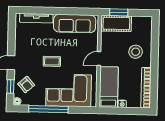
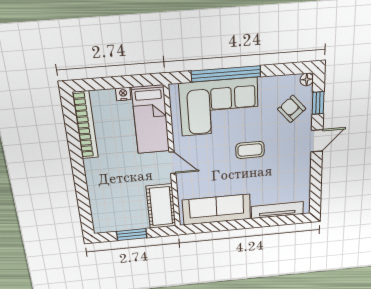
window: (119, 12) -> (132, 235), moved
cot: (116, 23) -> (161, 206), moved, turned 90
stool: (136, 52) -> (113, 180), removed
door: (99, 59) -> (172, 163), hinge flipped
window: (48, 109) -> (226, 74), moved

